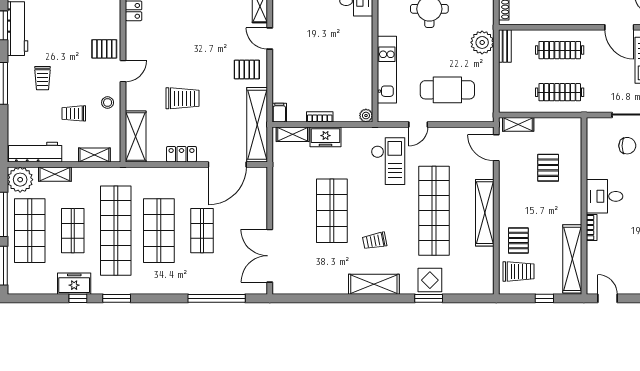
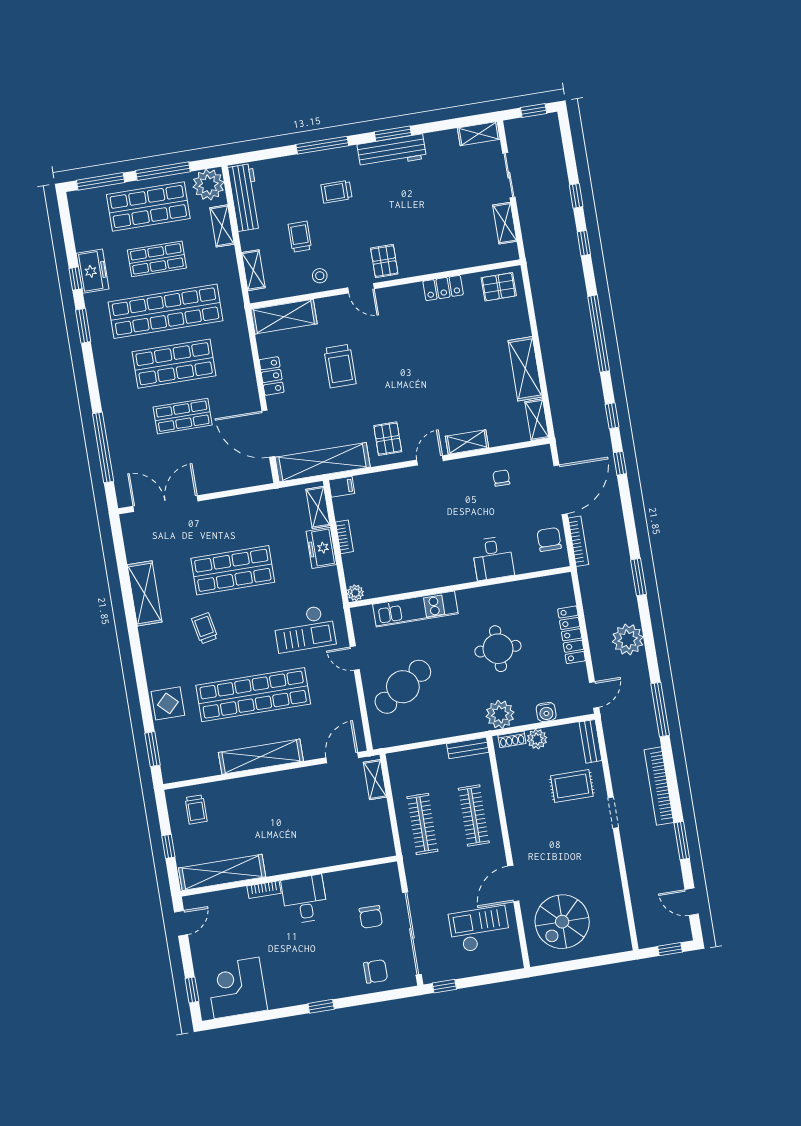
plant: (482, 42) -> (500, 714), moved
cafe table: (447, 90) -> (403, 687), turned 56
pallet: (548, 168) -> (328, 825), removed
pallet: (518, 241) -> (234, 803), removed
trolley: (518, 271) -> (196, 809), width x0.73, depth x0.72
shelving: (374, 284) -> (145, 593), moved
window: (429, 298) -> (152, 749), moved

